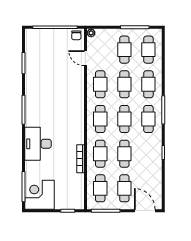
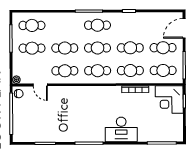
door: (85, 58) -> (40, 85), hinge flipped
cafe table: (148, 84) -> (65, 25), removed
corner desk: (39, 195) -> (169, 100), moved

